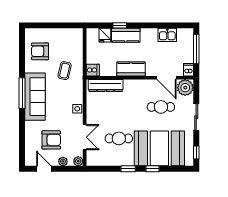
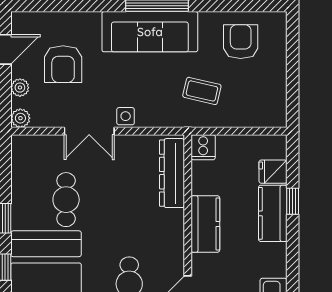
double door: (85, 137) -> (89, 131), moved

